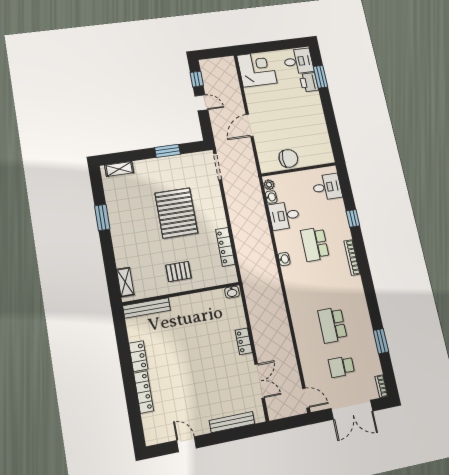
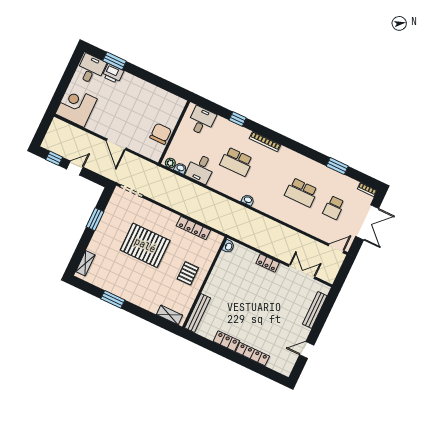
washbasin: (284, 259) -> (248, 200), moved

